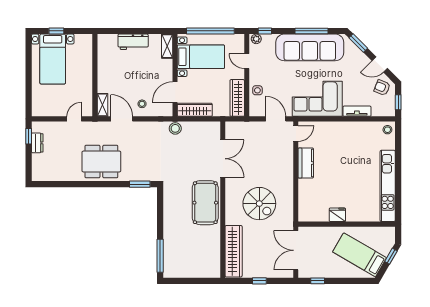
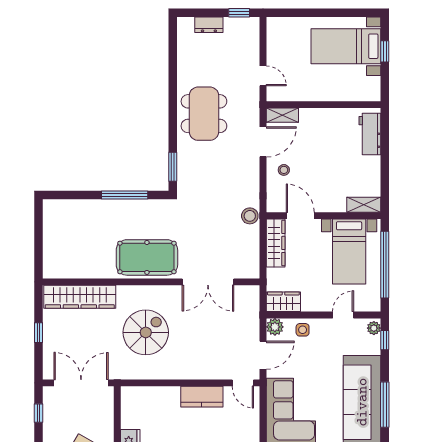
workbench: (133, 42) -> (370, 134), moved
wardrobe: (237, 98) -> (283, 302), width x0.67
plant: (255, 110) -> (275, 327), added
dresser: (37, 143) -> (209, 25), moved
spiral stairs: (259, 204) -> (146, 332), turned 180
window: (160, 256) -> (125, 195), moved

